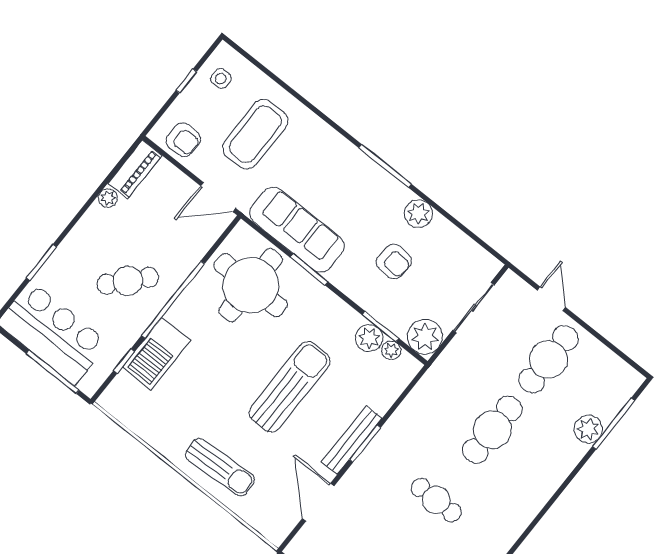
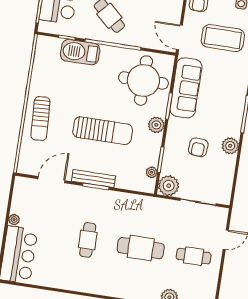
plant: (369, 338) -> (156, 125), moved
cafe table: (548, 359) -> (194, 256), width x0.73, depth x0.74

